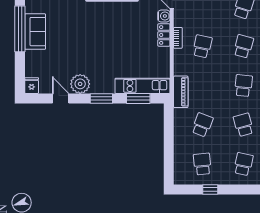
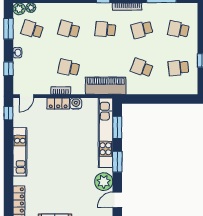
water cooler: (164, 16) -> (76, 104), moved
kitchen unit: (143, 86) -> (106, 133), width x1.36
piano: (181, 92) -> (106, 86), width x1.37, depth x1.33

